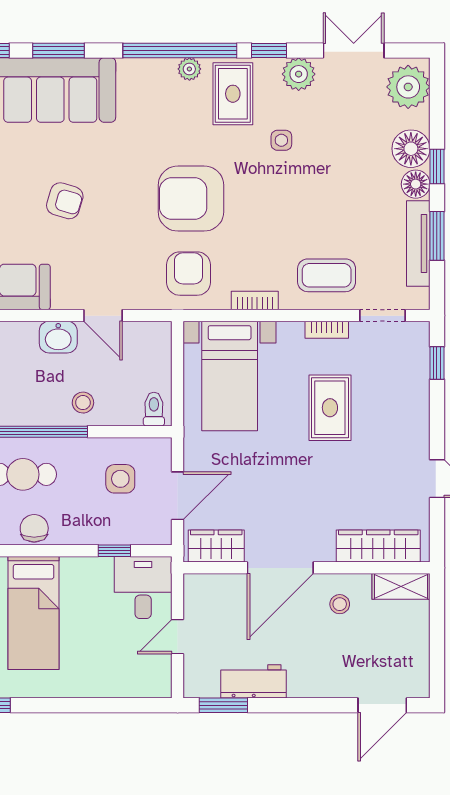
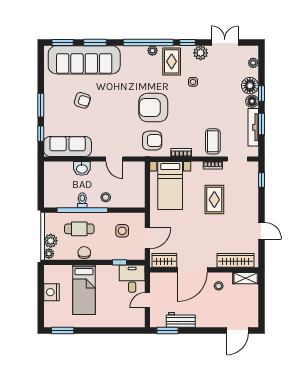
plant: (408, 87) -> (253, 63), width x0.53, depth x0.53
armchair: (65, 201) -> (82, 100), moved
armchair: (188, 274) -> (152, 141), turned 90
coffee table: (327, 275) -> (213, 141), turned 90
washbasin: (58, 337) -> (82, 168), moved
toilet: (154, 409) -> (82, 200), moved

